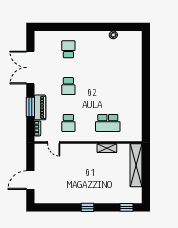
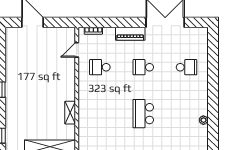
window: (30, 107) -> (119, 22), removed
piano: (40, 107) -> (130, 34), moved
school desk: (108, 123) -> (143, 114), moved

